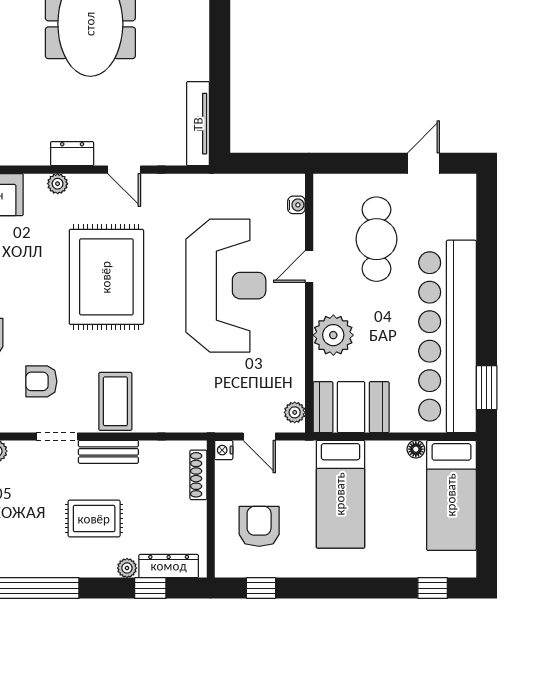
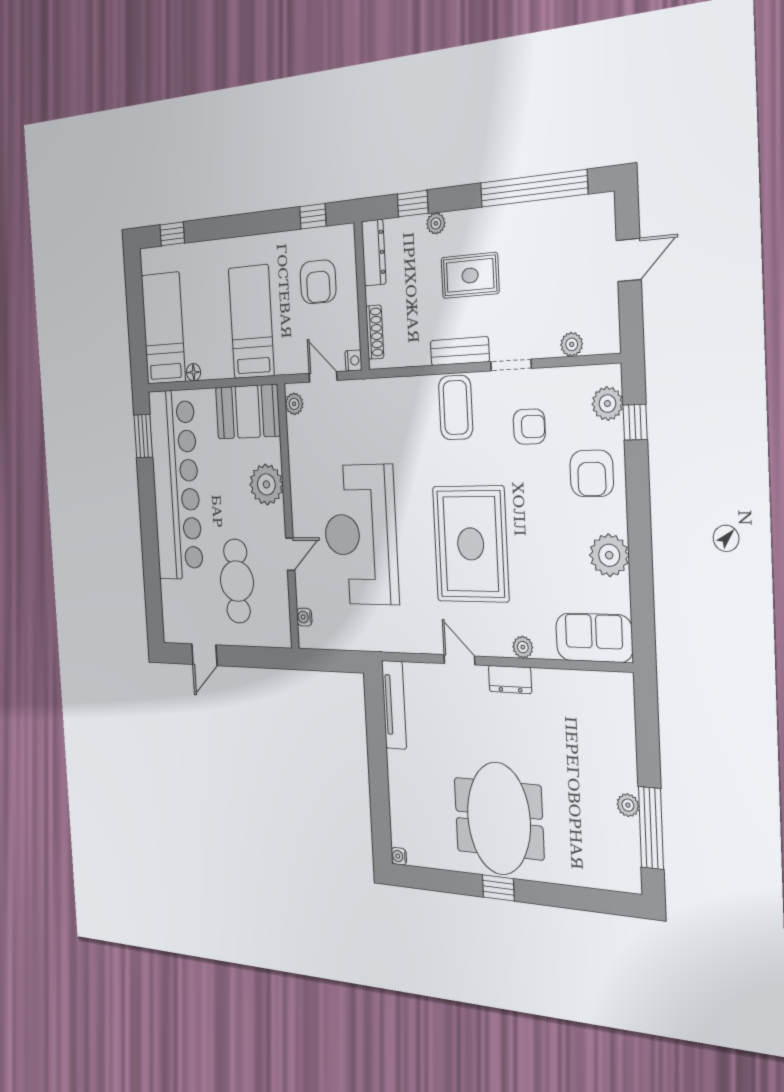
dresser: (169, 566) -> (374, 253), moved, turned -90

